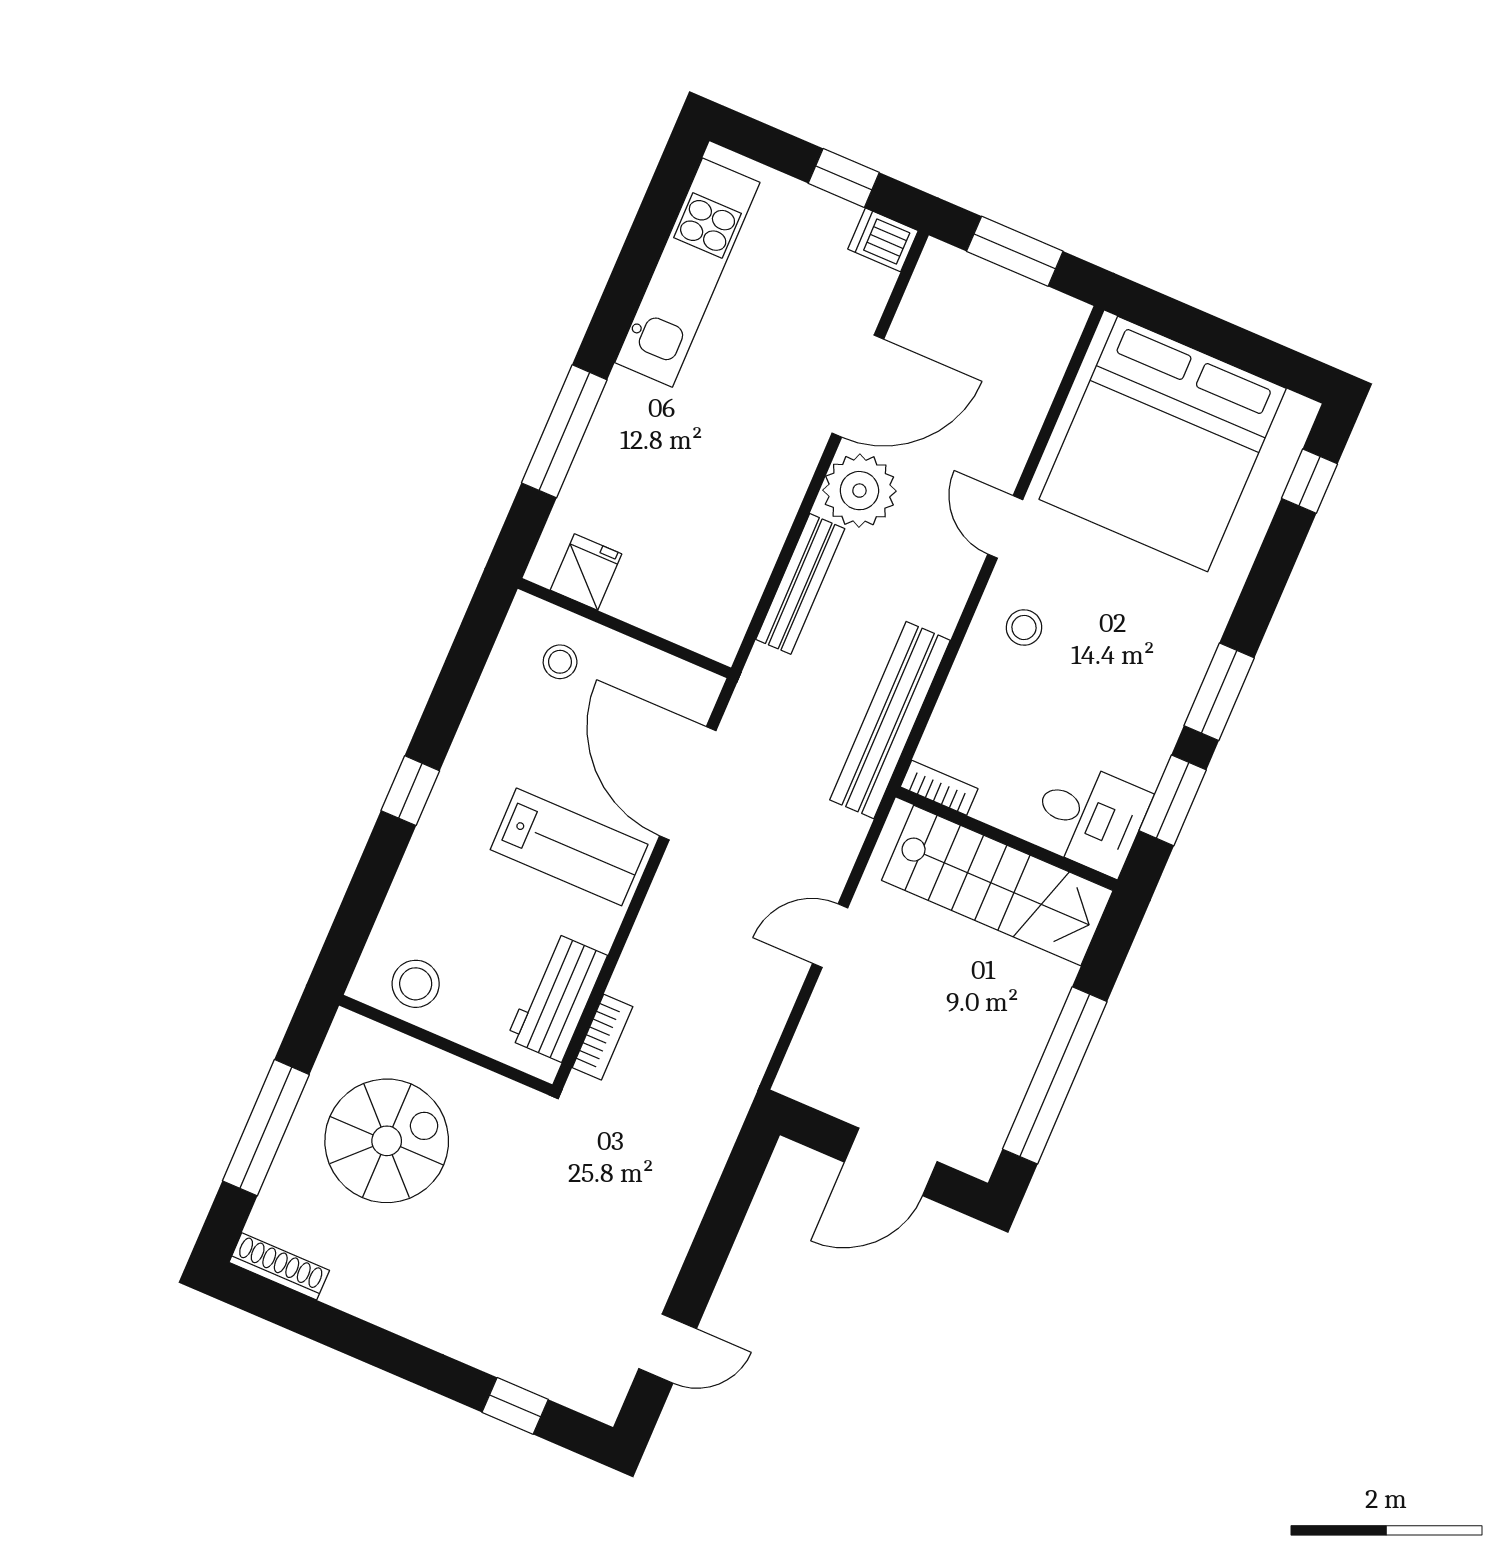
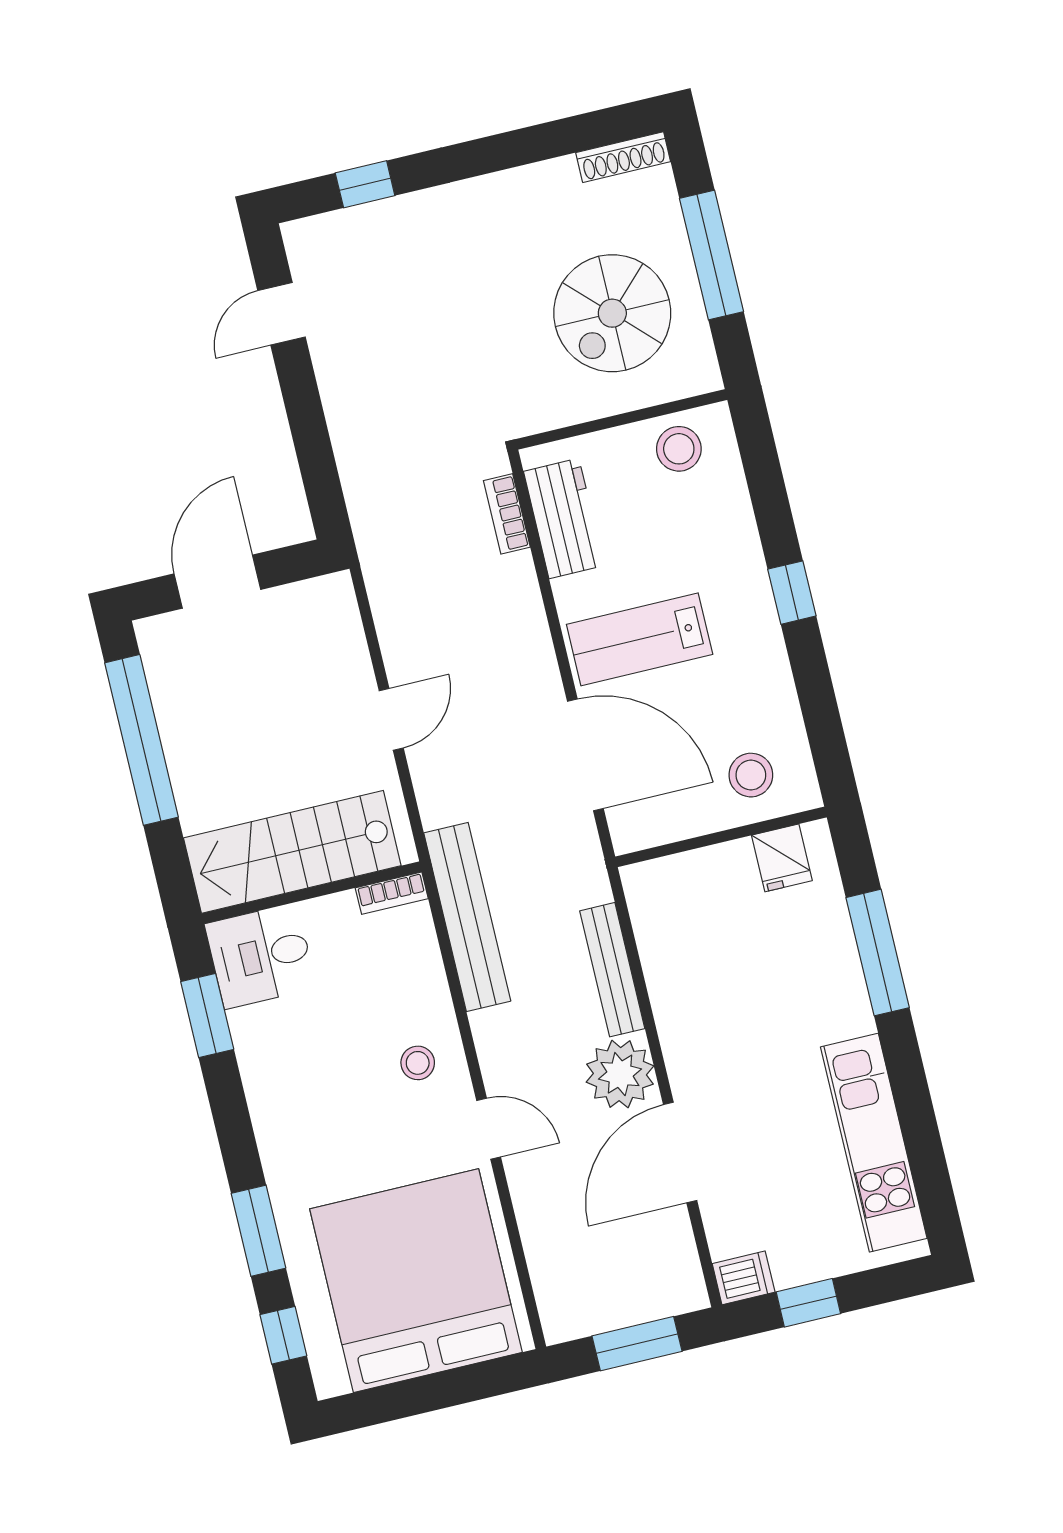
stool: (560, 662) -> (751, 775), width x1.37, depth x1.37
window: (1219, 692) -> (258, 1231), moved

